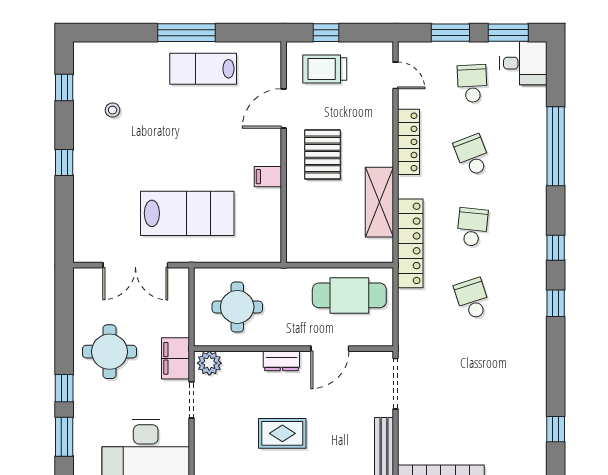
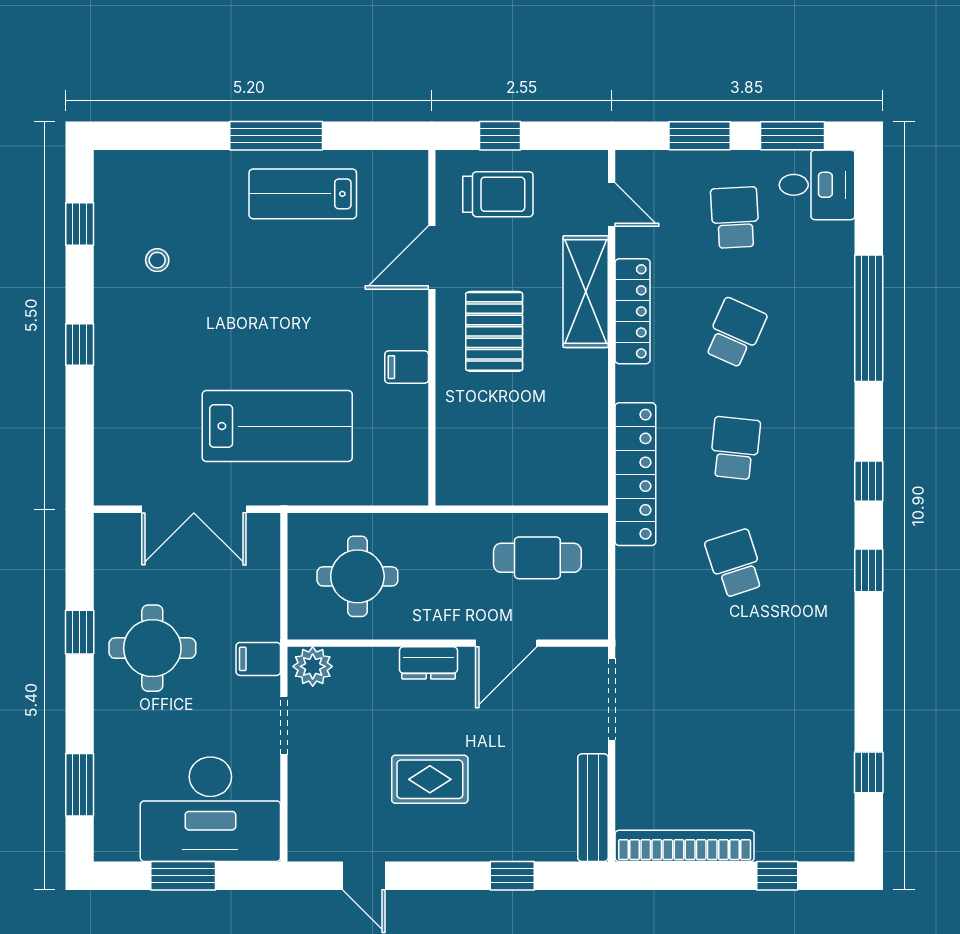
trolley: (325, 69) -> (498, 194), turned 180
school desk: (472, 155) -> (735, 333), turned 45
shelving: (379, 202) -> (586, 292), moved
cafe table: (349, 295) -> (537, 558), width x0.73, depth x0.74
filing cabinet: (175, 358) -> (258, 659), width x0.50
window: (64, 388) -> (80, 632), moved

